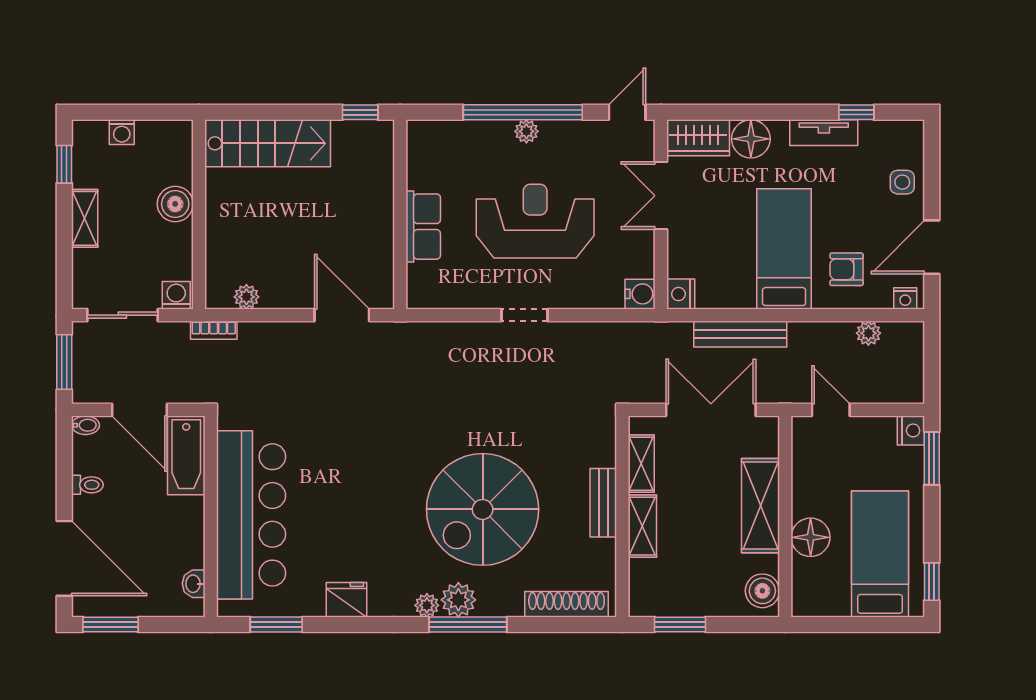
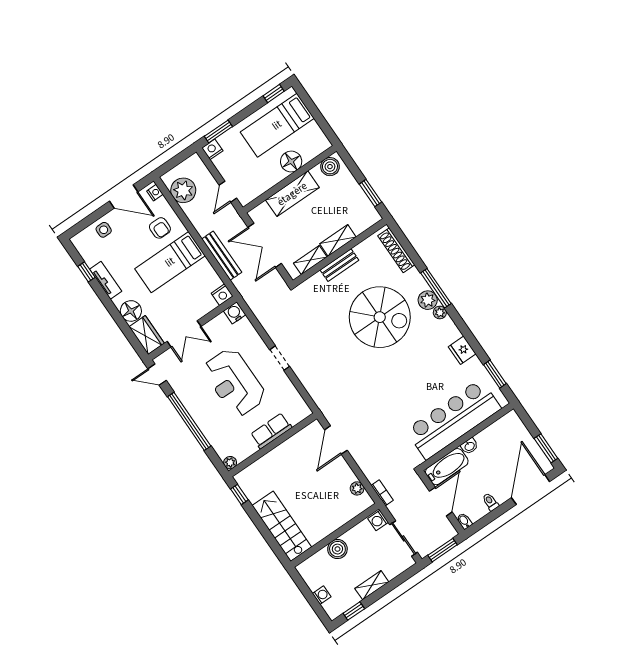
plant: (526, 131) -> (230, 463), moved
plant: (868, 333) -> (183, 190), width x1.87, depth x1.87
washbasin: (194, 584) -> (469, 446), moved

